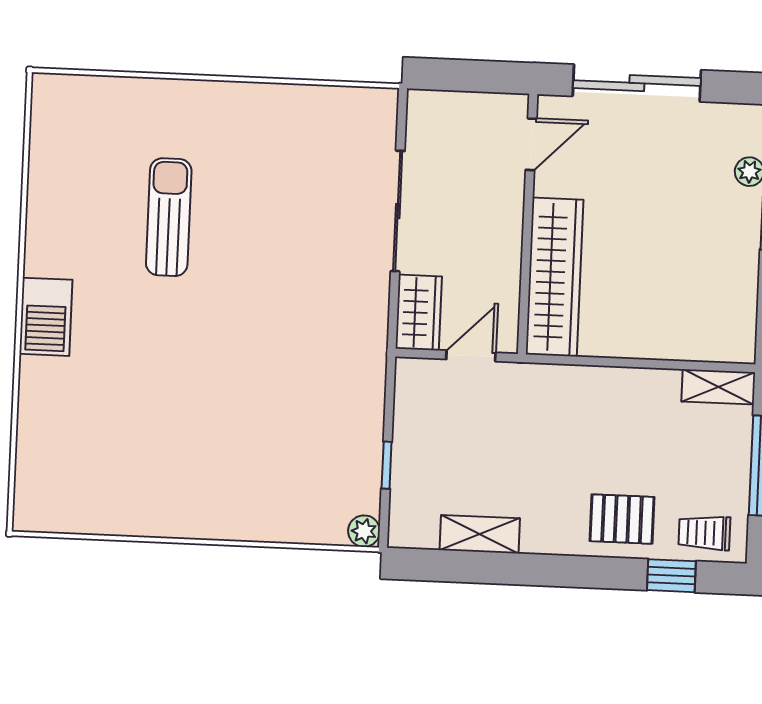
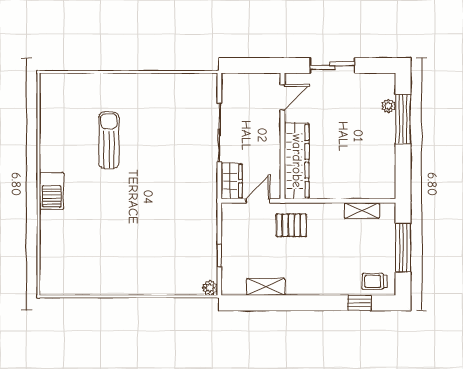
sliding door: (637, 83) -> (332, 65), width x0.73
shelving: (718, 387) -> (362, 211), moved
pallet: (622, 519) -> (291, 225), moved

